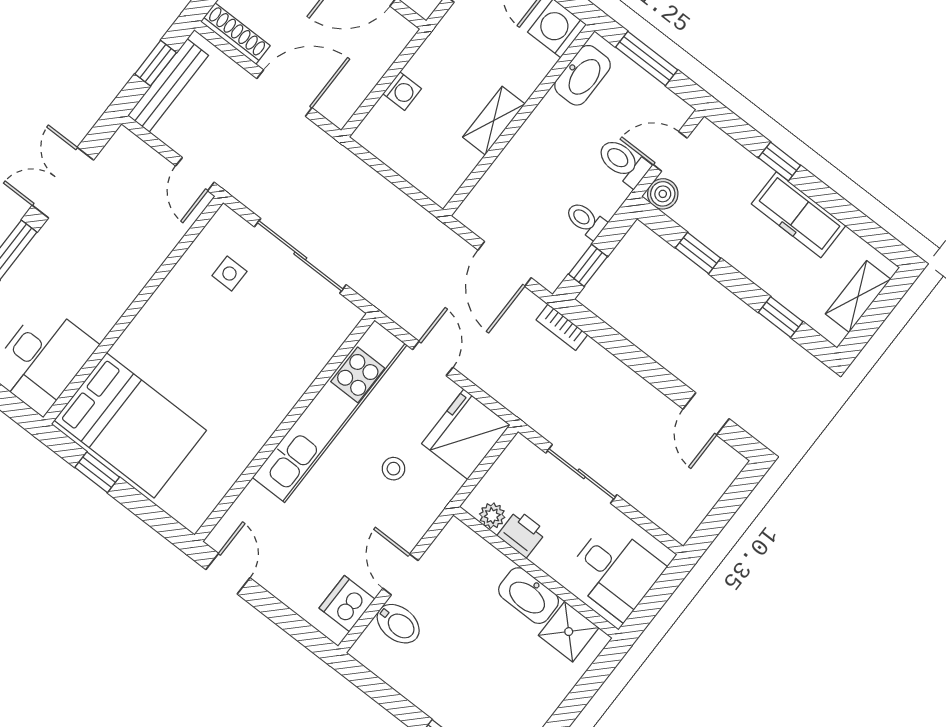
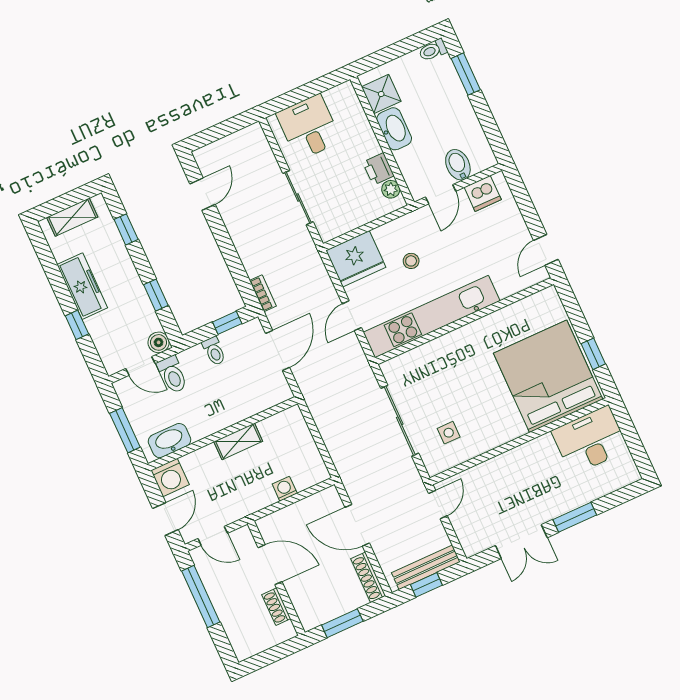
bed: (130, 425) -> (548, 376), width x1.36
plant: (492, 516) -> (391, 189), moved
printer: (522, 534) -> (378, 169), moved
wall: (536, 572) -> (382, 141), moved
washbasin: (529, 596) -> (394, 129), moved
shower: (569, 632) -> (381, 94), moved

